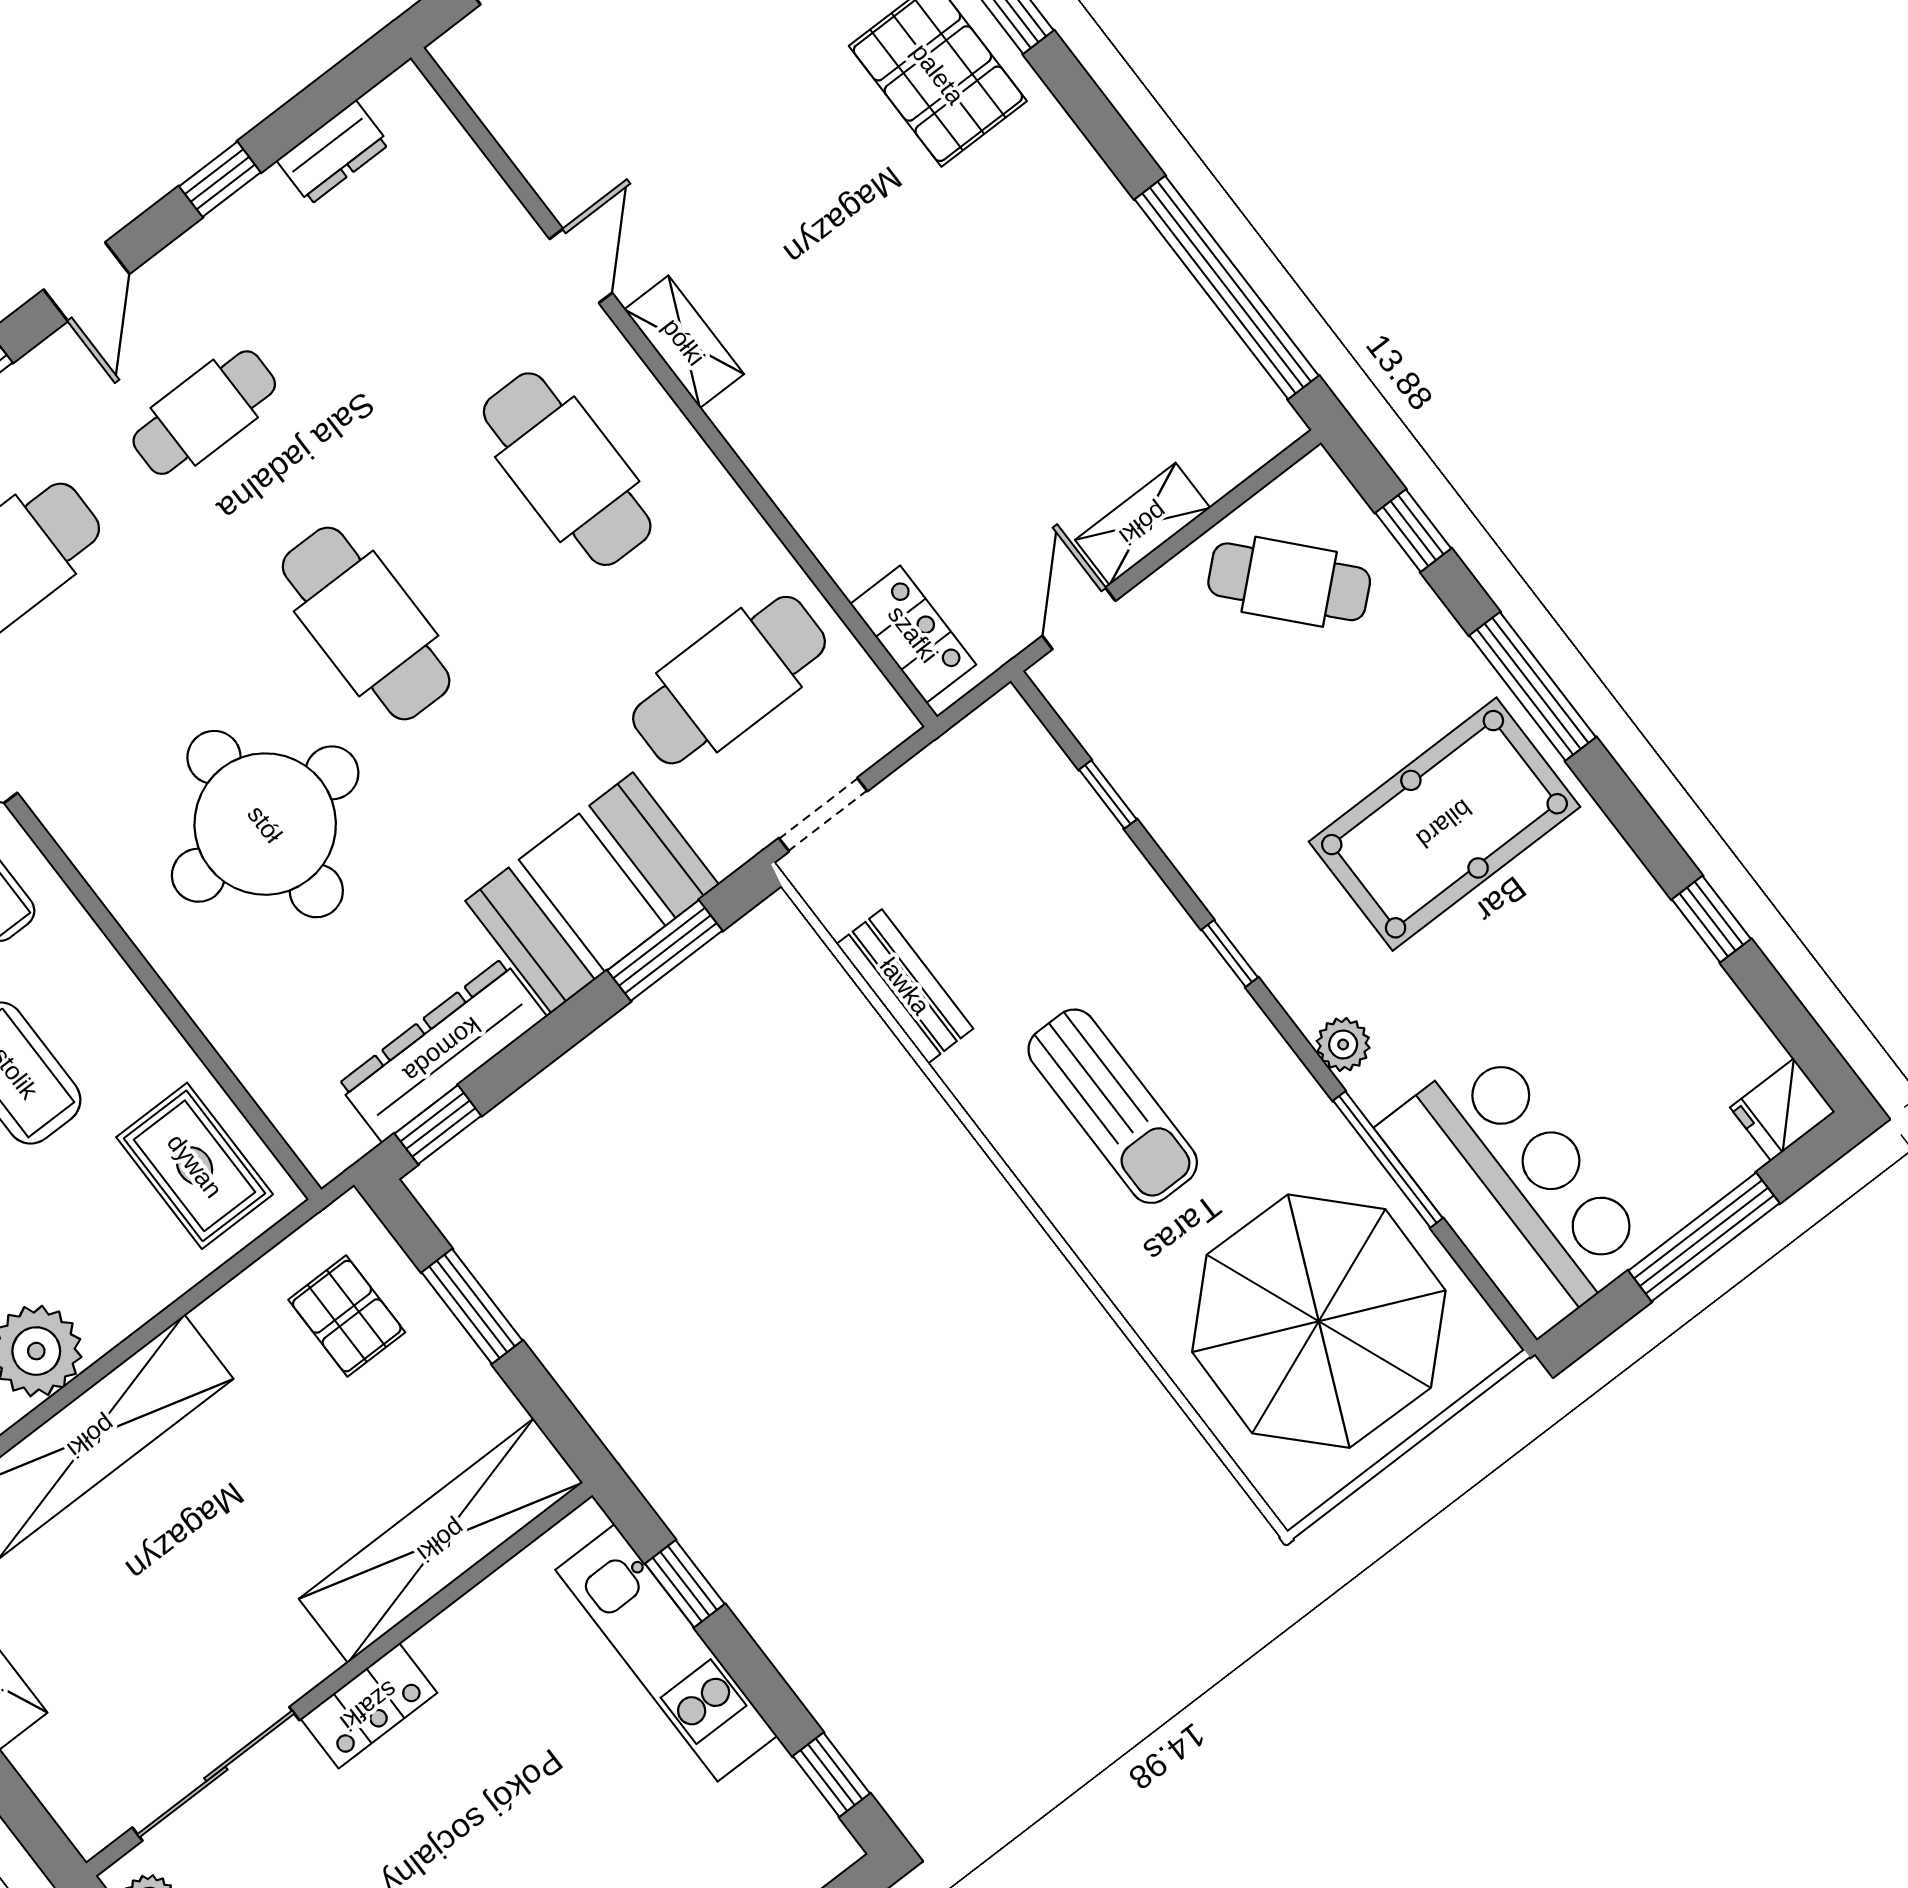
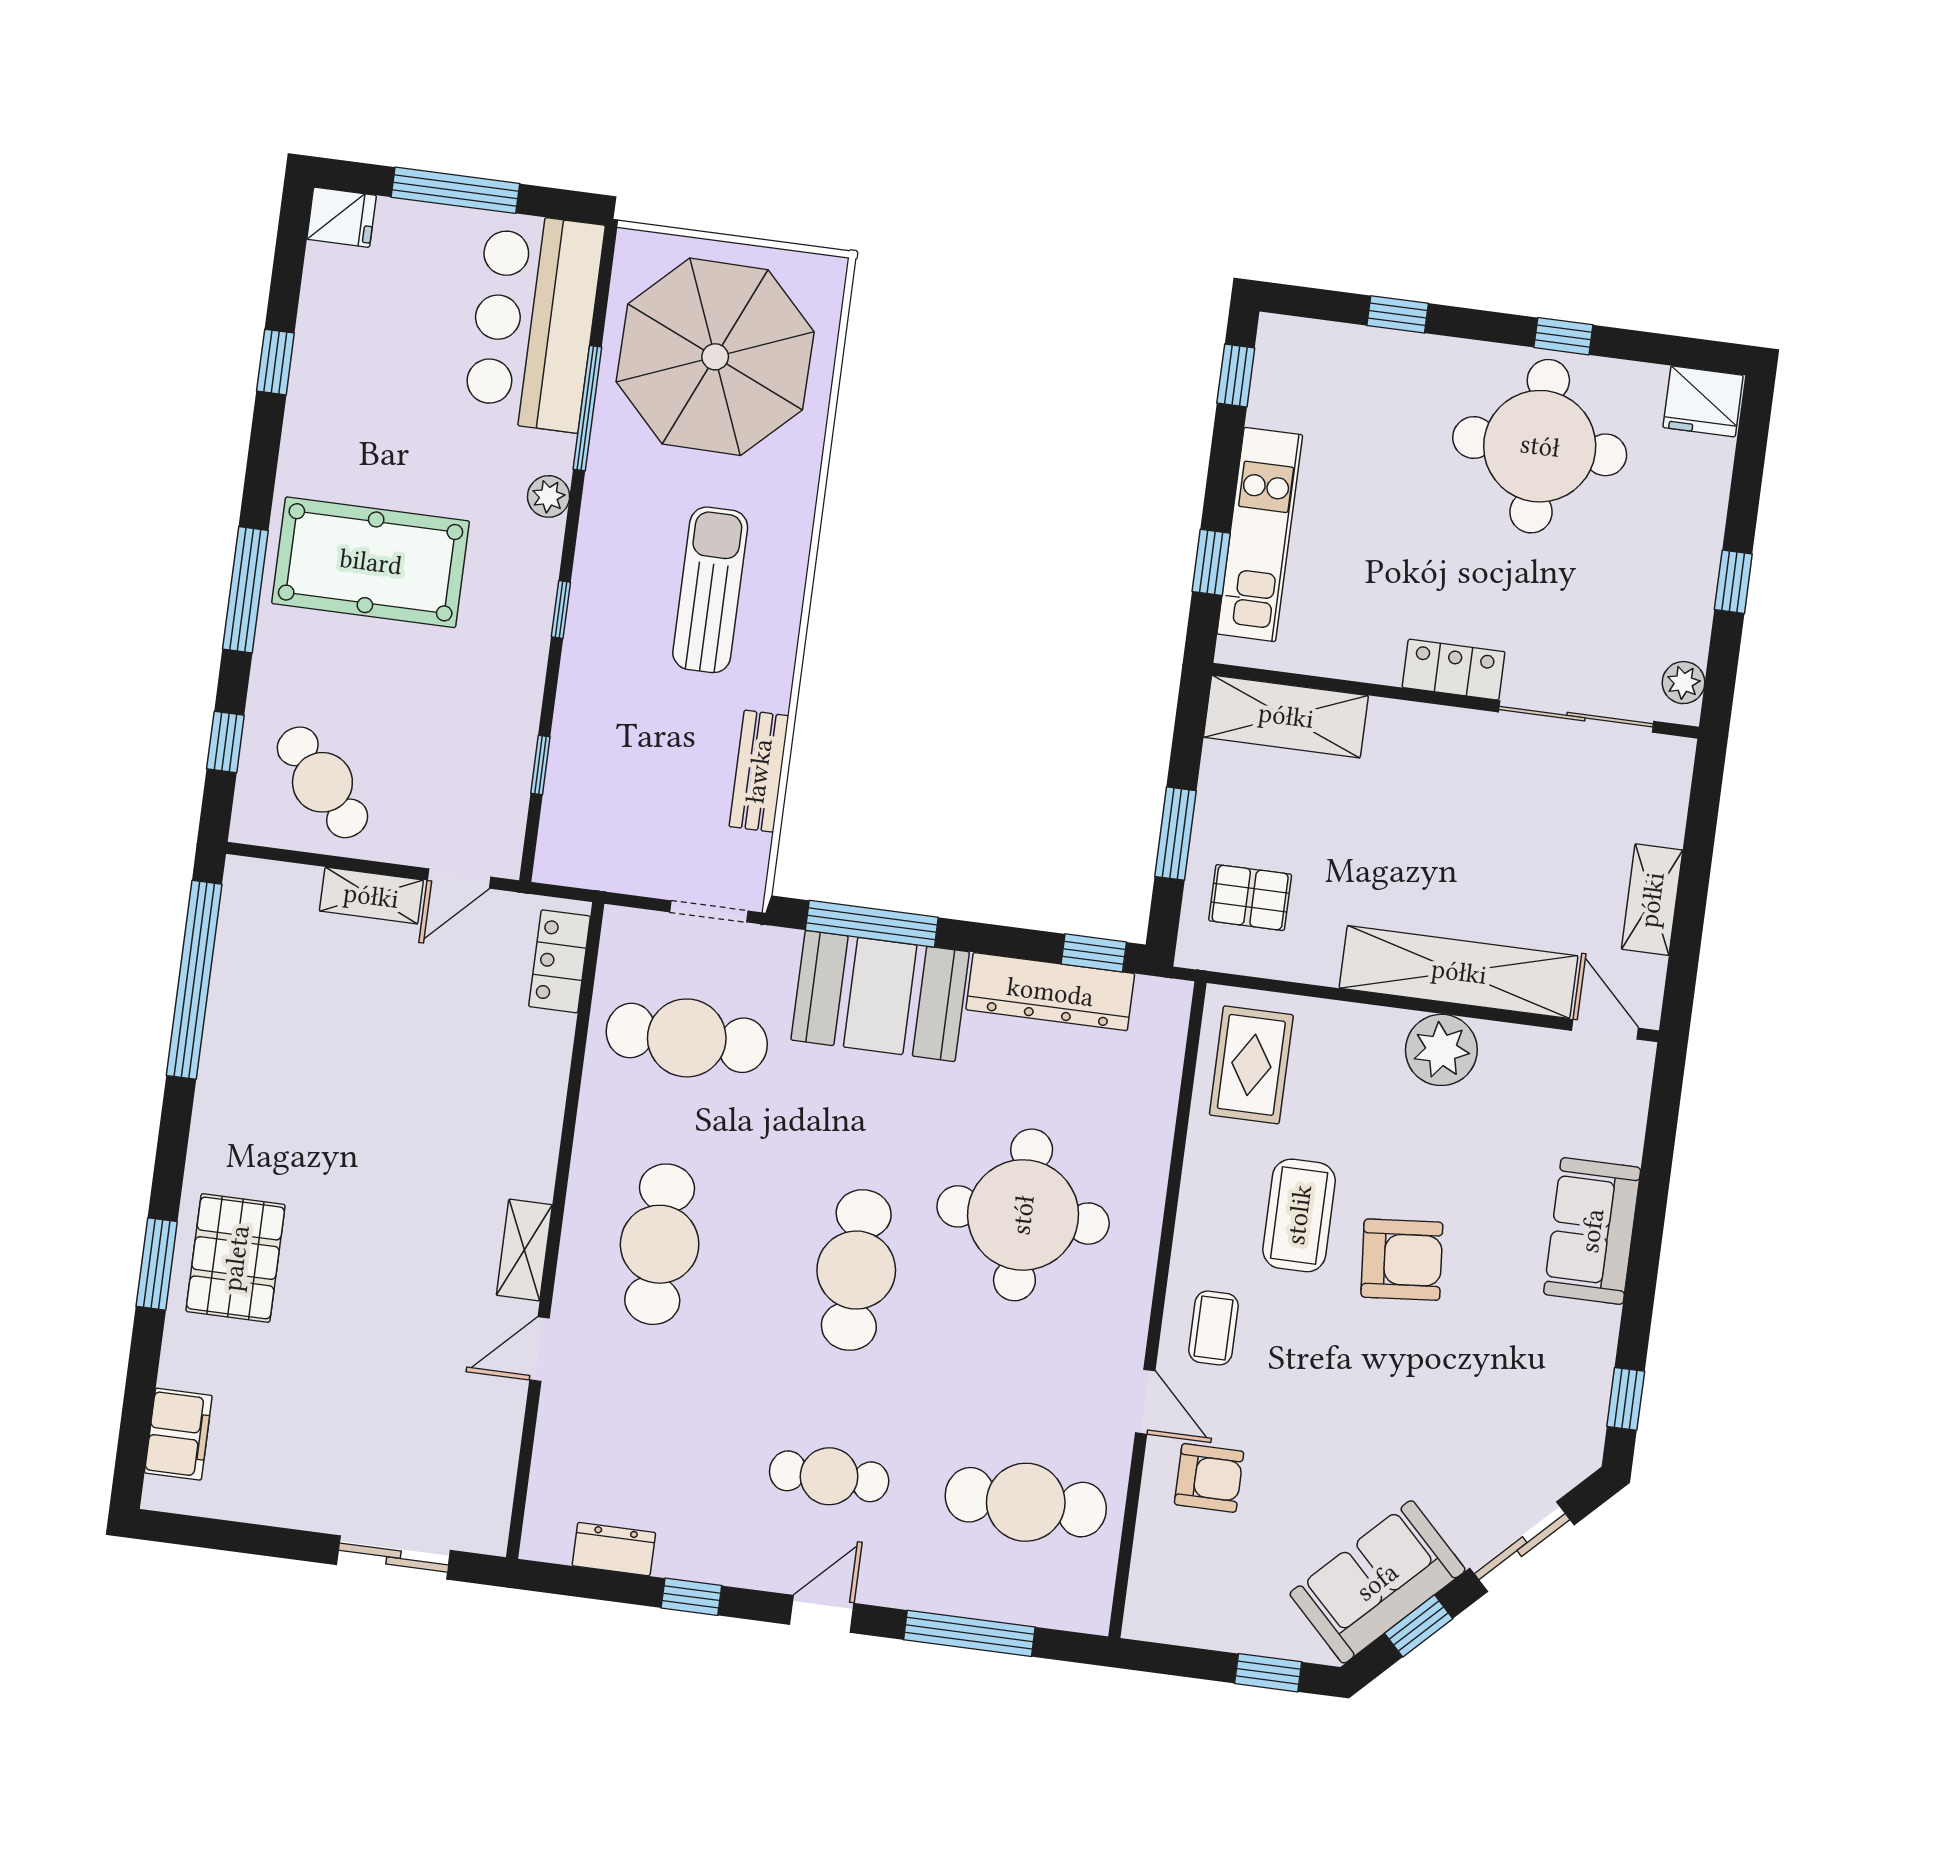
window: (665, 951) -> (872, 924), width x1.44
pallet: (347, 1316) -> (1250, 898), turned 90
shelving: (441, 1541) -> (1286, 716), width x0.68

